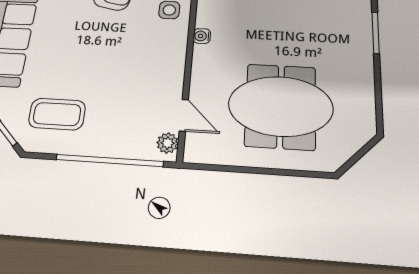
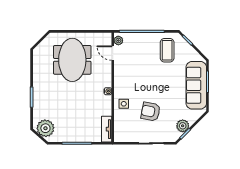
meeting table: (281, 106) -> (72, 60), turned 90
coffee table: (57, 114) -> (167, 50), turned 90

